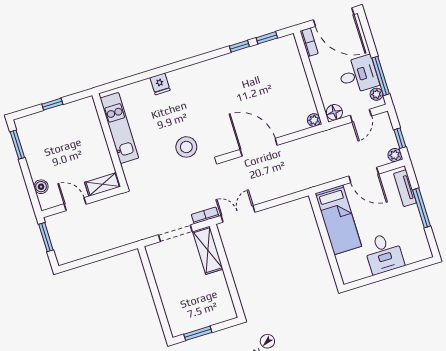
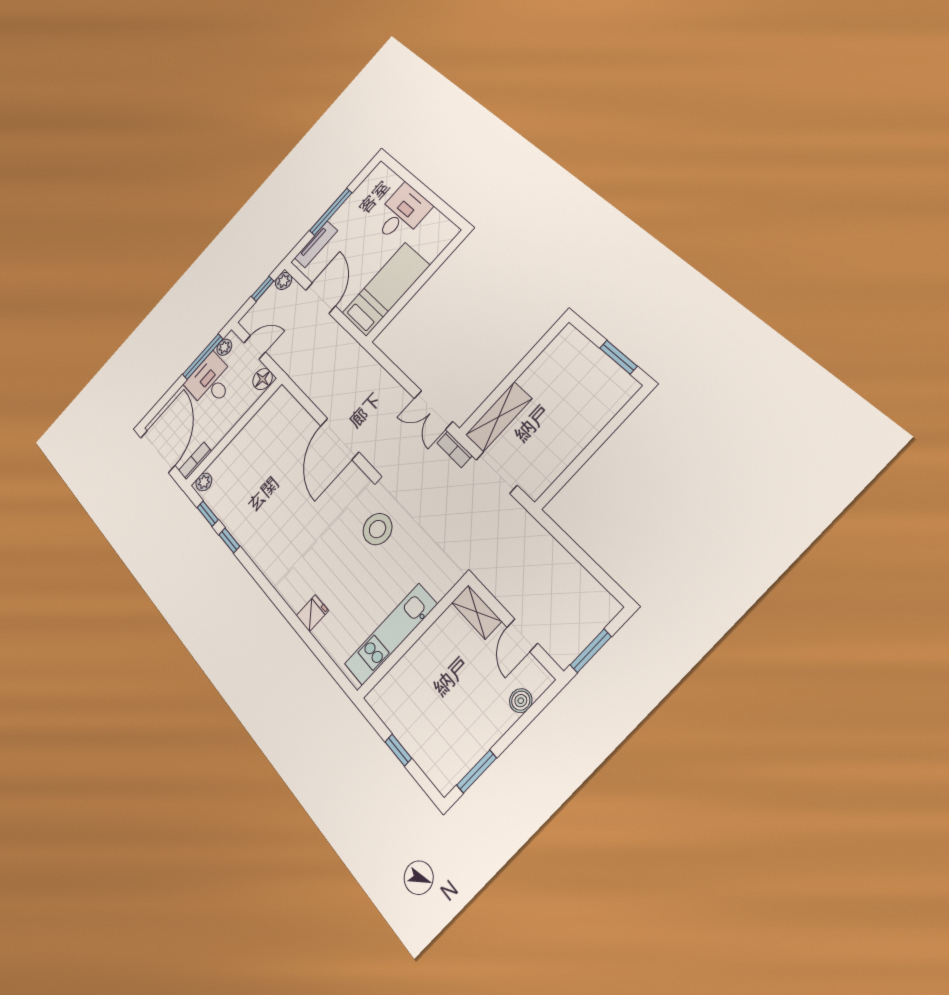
plant: (314, 120) -> (204, 482), moved

